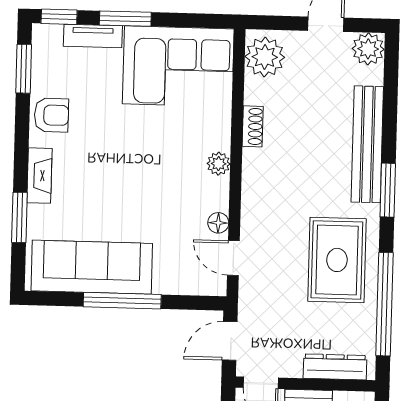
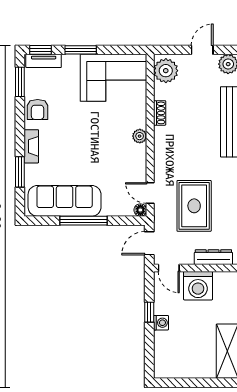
tv unit: (93, 36) -> (44, 61), moved
armchair: (51, 115) -> (38, 109), turned 90
floor lamp: (218, 223) -> (140, 210), moved
rug: (337, 260) -> (194, 206), moved

